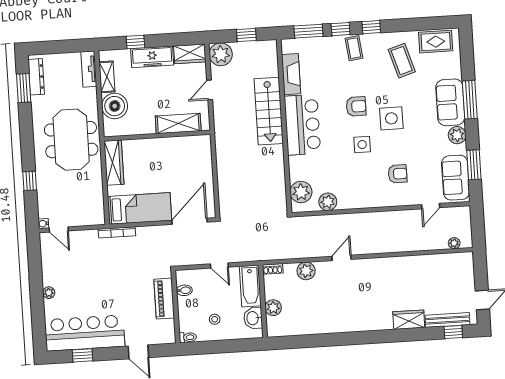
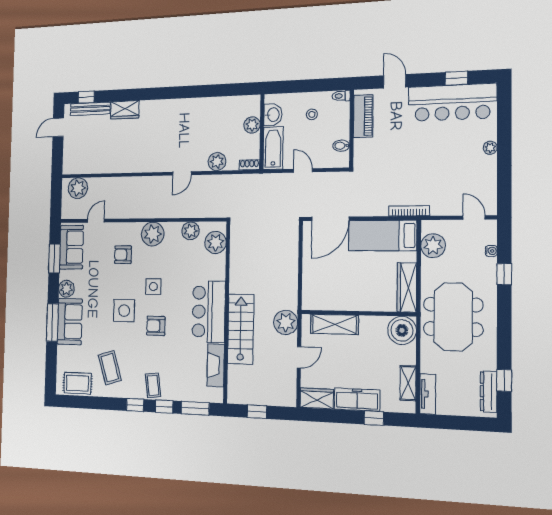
plant: (221, 54) -> (286, 322), moved
window: (24, 88) -> (504, 380), width x0.67
boiler: (115, 106) -> (402, 330), moved
plant: (367, 196) -> (153, 234), added
plant: (93, 202) -> (433, 246), added
water cooler: (43, 224) -> (491, 251), moved
plant: (454, 243) -> (78, 188), width x1.88, depth x1.88
piano: (164, 299) -> (363, 116), moved

